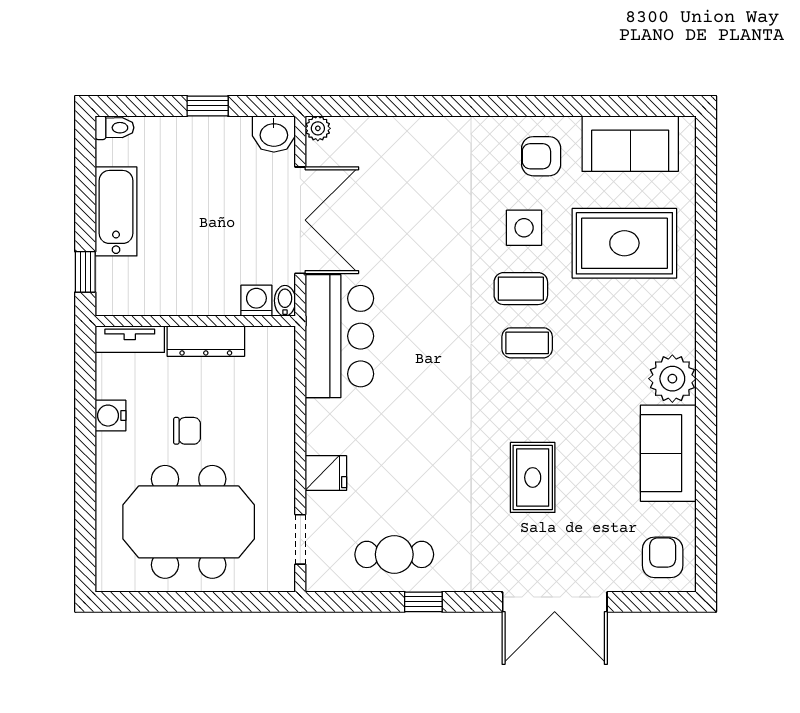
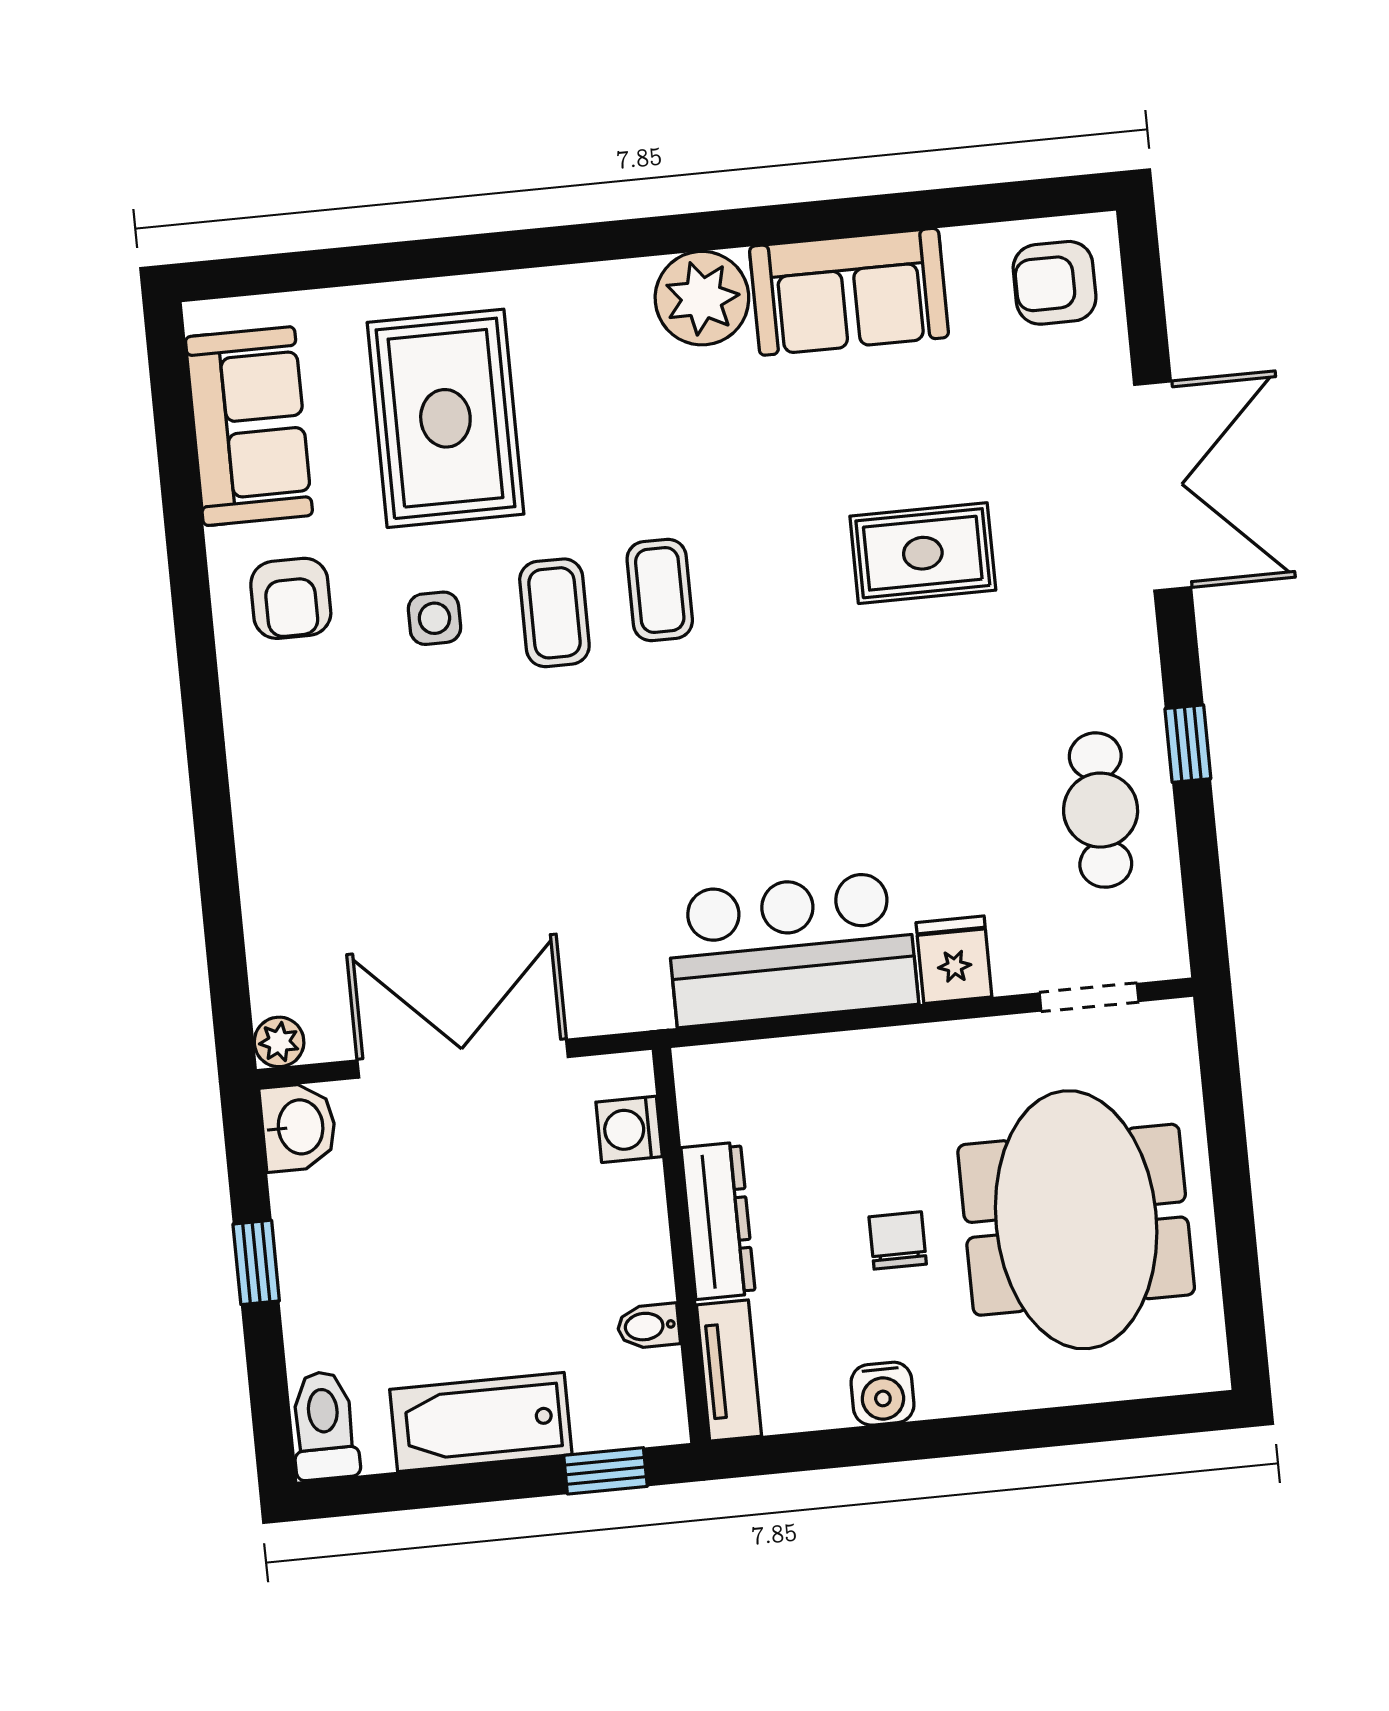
toilet: (115, 128) -> (324, 1425), width x1.37, depth x1.39
side table: (524, 228) -> (434, 618), width x0.73, depth x0.73
bidet: (285, 301) -> (648, 1326), moved
bar counter: (339, 336) -> (791, 949), moved

